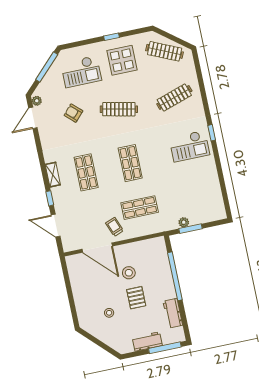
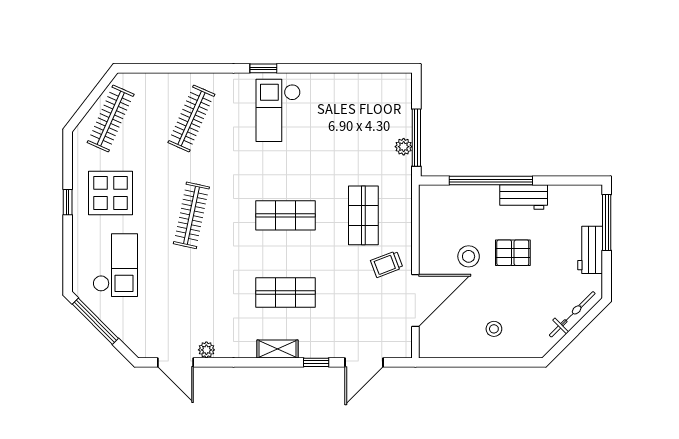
clothes rail: (174, 98) -> (191, 118), turned 42
plant: (37, 101) -> (206, 350), moved
armchair: (73, 113) -> (182, 293), removed
checkout: (189, 146) -> (278, 110), turned 180
window: (191, 229) -> (416, 138), width x1.44
stool: (109, 313) -> (494, 329), moved
workbench: (173, 313) -> (524, 197), moved
bicycle: (108, 339) -> (572, 314), added

